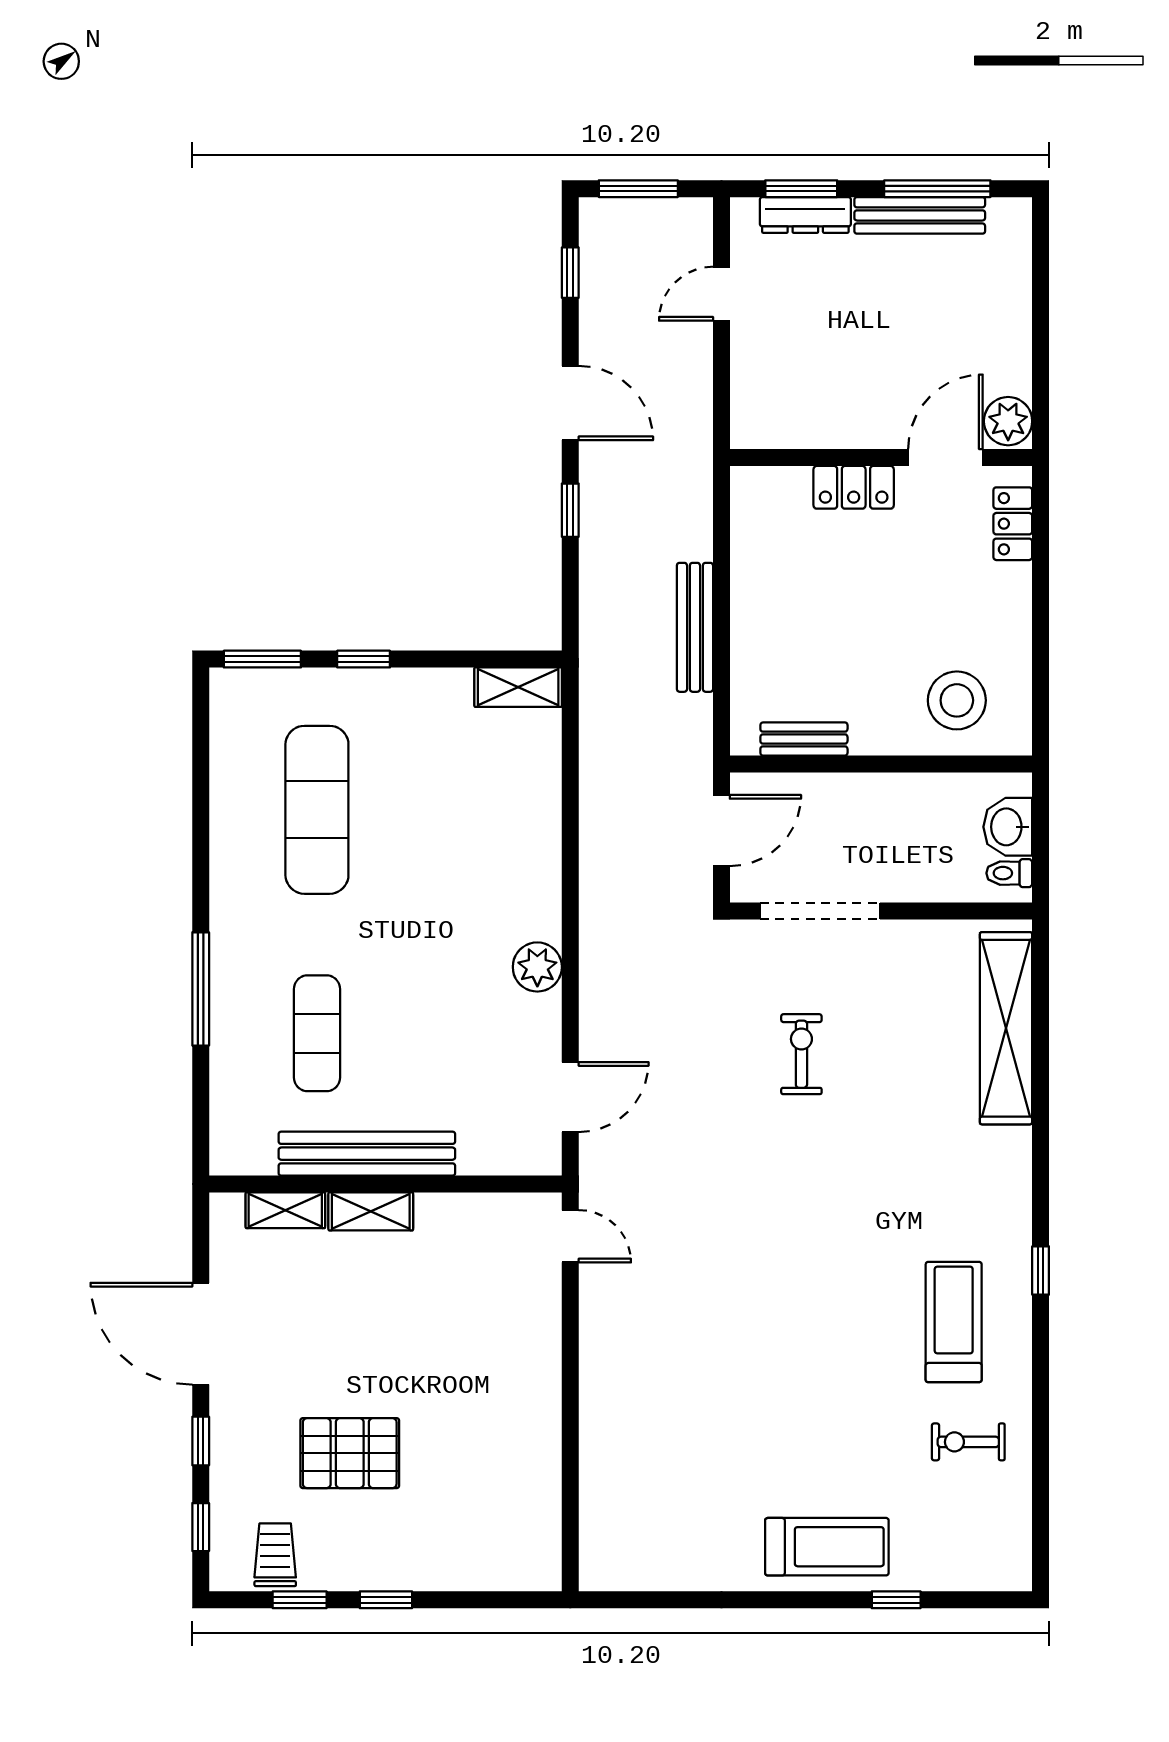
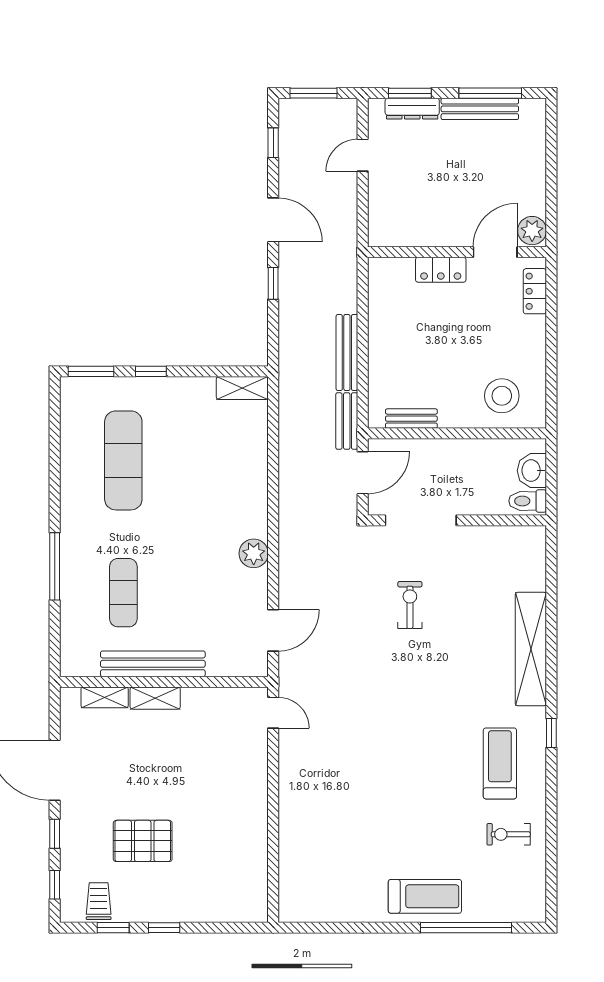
bench: (695, 743) -> (347, 421), added
toilet: (1009, 873) -> (528, 501), width x1.37, depth x1.39
shelving: (1006, 1028) -> (531, 649), moved
window: (896, 1600) -> (466, 928), width x3.17

